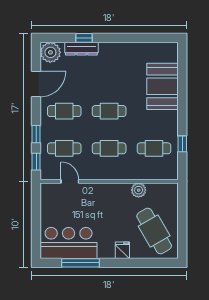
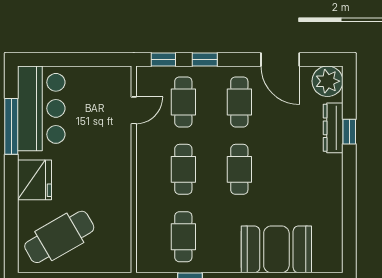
plant: (139, 190) -> (121, 214), removed
fridge: (122, 250) -> (35, 180), width x1.88, depth x1.34

